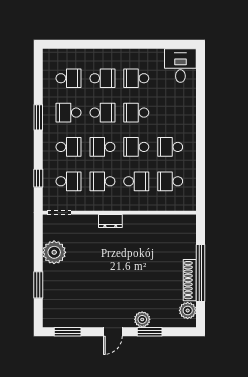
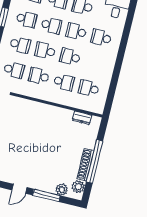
school desk: (69, 113) -> (26, 19), turned 180
school desk: (170, 147) -> (101, 38), moved
dresser: (110, 221) -> (82, 118), moved
plant: (142, 319) -> (62, 190), moved
window: (150, 332) -> (46, 195), width x1.44

